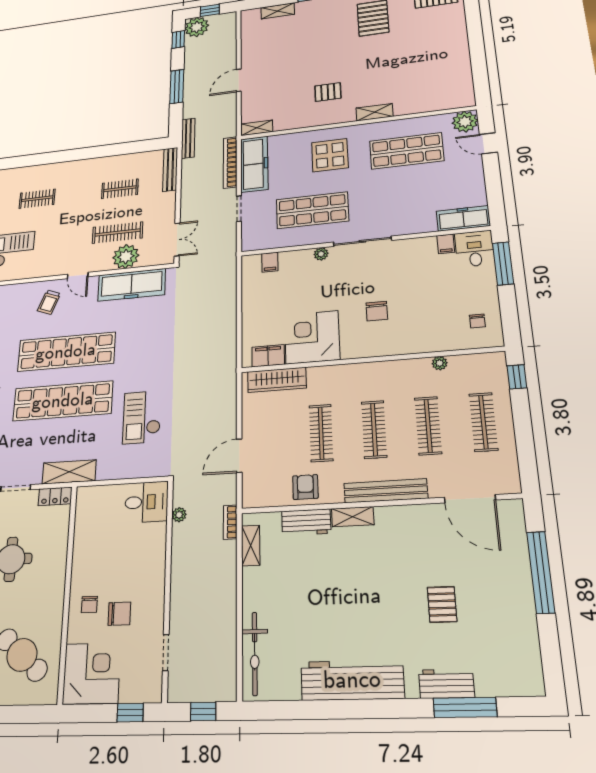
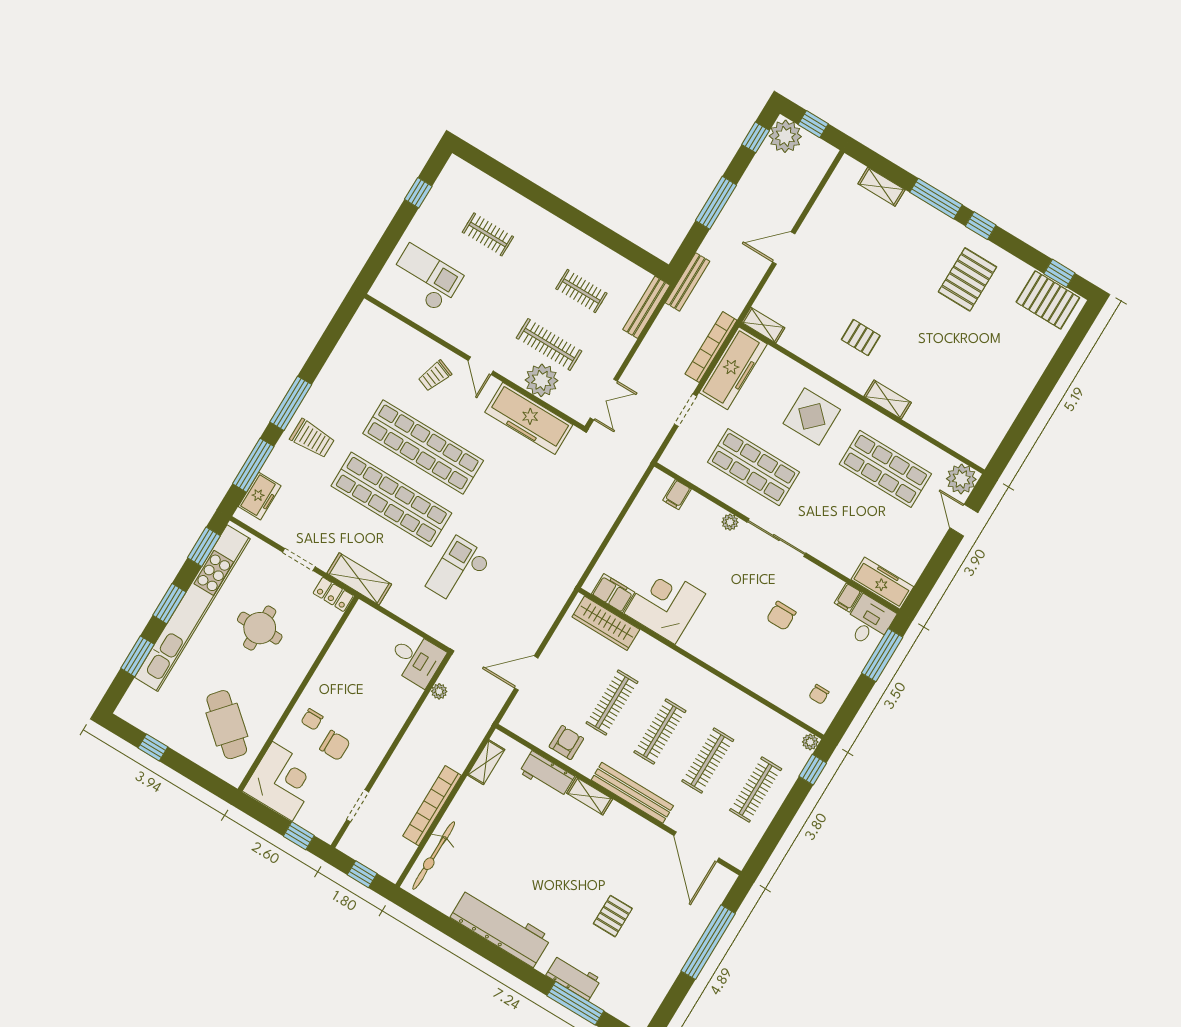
chair: (377, 311) -> (781, 616), moved
plant: (440, 363) -> (810, 742), moved
bookcase: (230, 522) -> (432, 806), moved, width x2.31, depth x1.31

